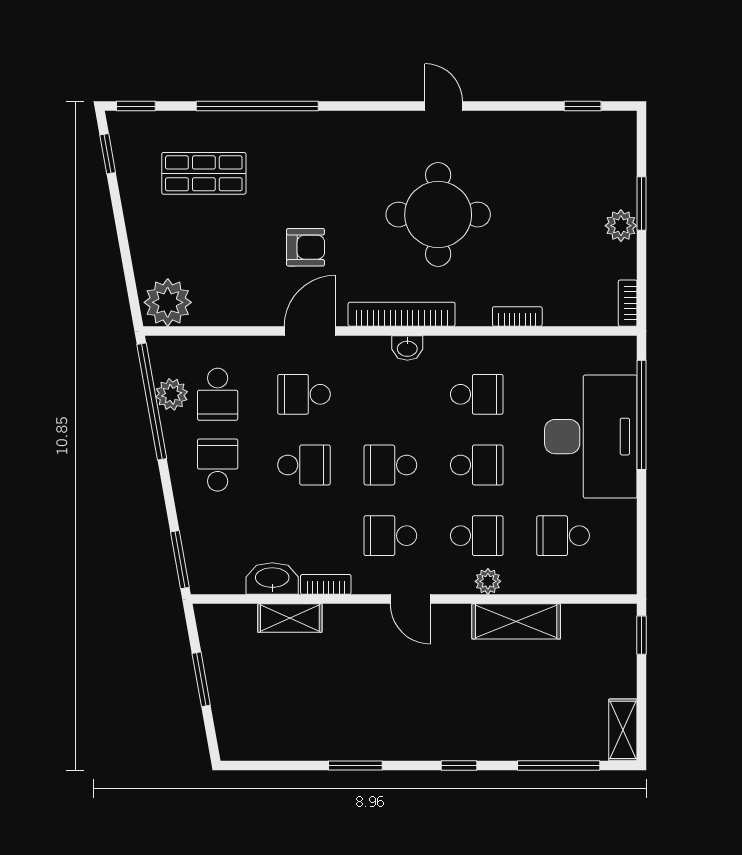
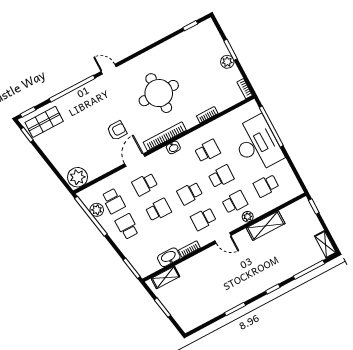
door: (444, 106) -> (109, 69), moved
shop shelf: (204, 173) -> (44, 122), moved
shelving: (290, 618) -> (165, 277), moved

